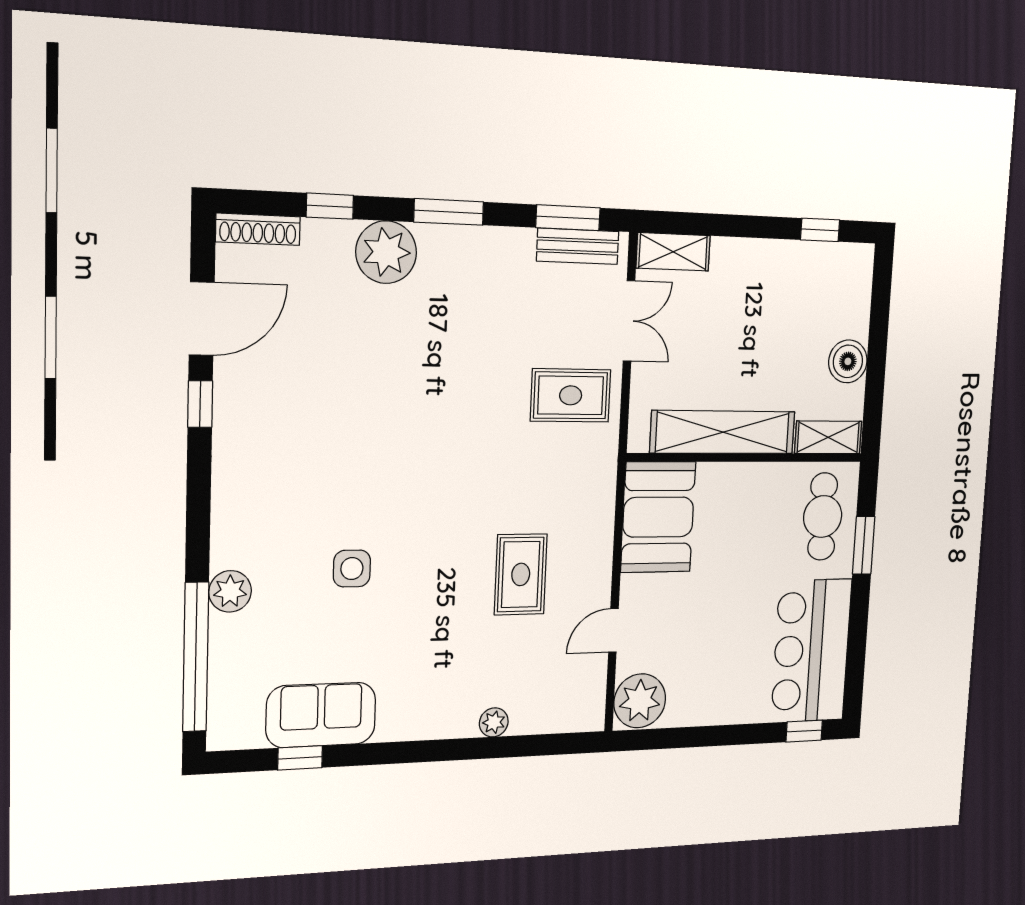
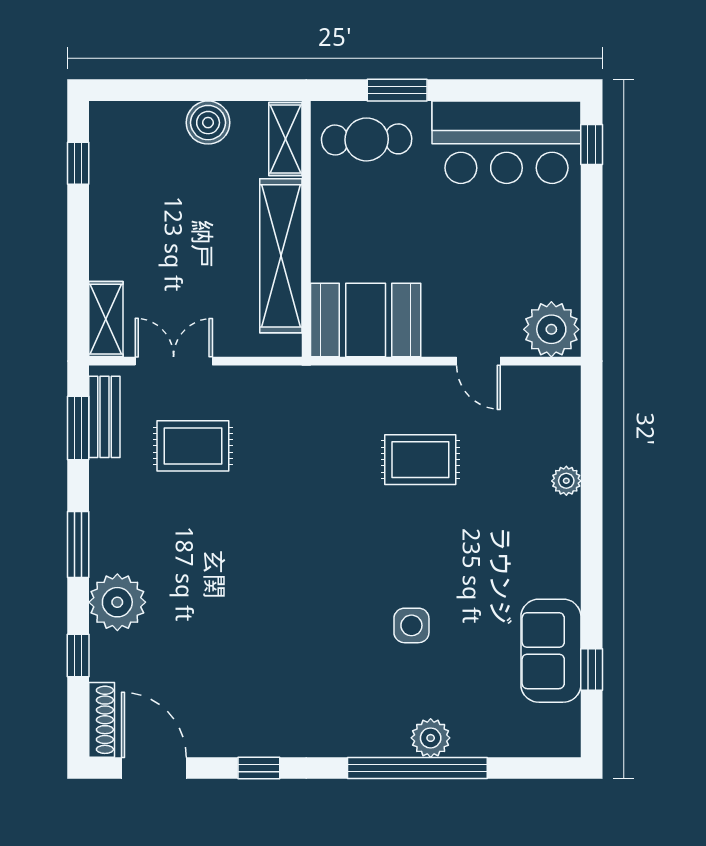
door: (202, 319) -> (154, 768), moved
rug: (571, 395) -> (193, 446), moved, turned 90
window: (196, 657) -> (417, 768), moved

